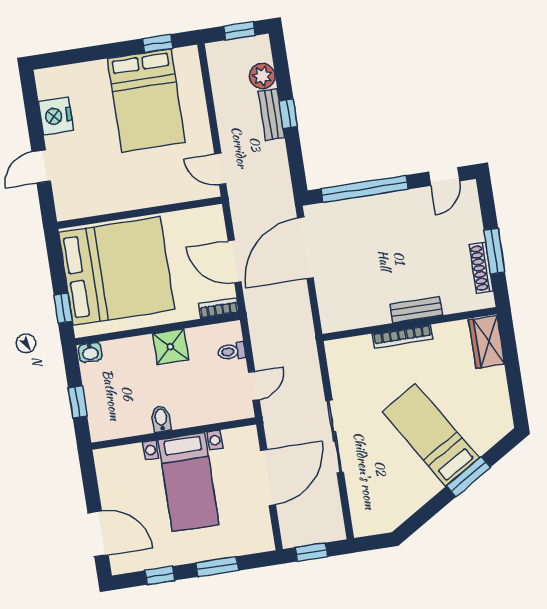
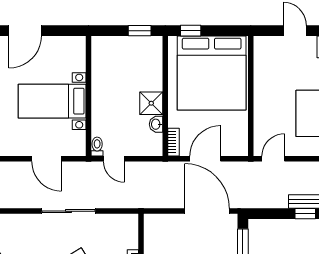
toilet: (231, 351) -> (97, 147), moved
washbasin: (90, 352) -> (156, 124), moved
window: (78, 402) -> (140, 31), moved
bidet: (161, 419) -> (100, 89), removed
door: (268, 477) -> (47, 159), width x0.73

